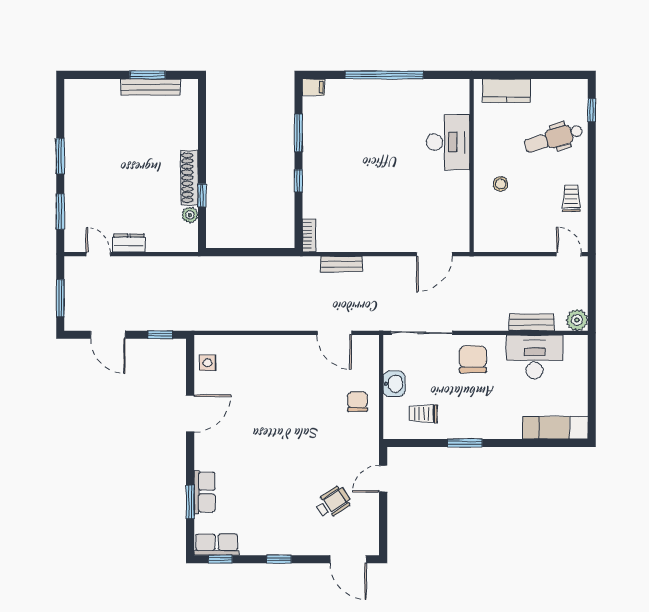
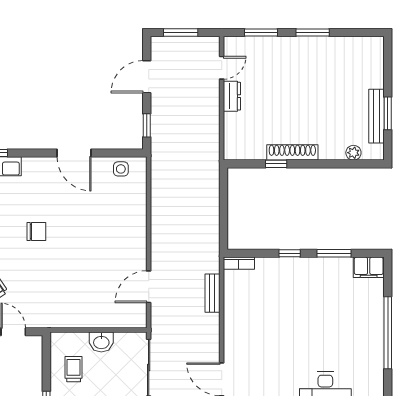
filing cabinet: (313, 87) -> (369, 267), width x2.00
plant: (190, 215) -> (353, 153), moved
chair: (358, 402) -> (36, 231), moved

